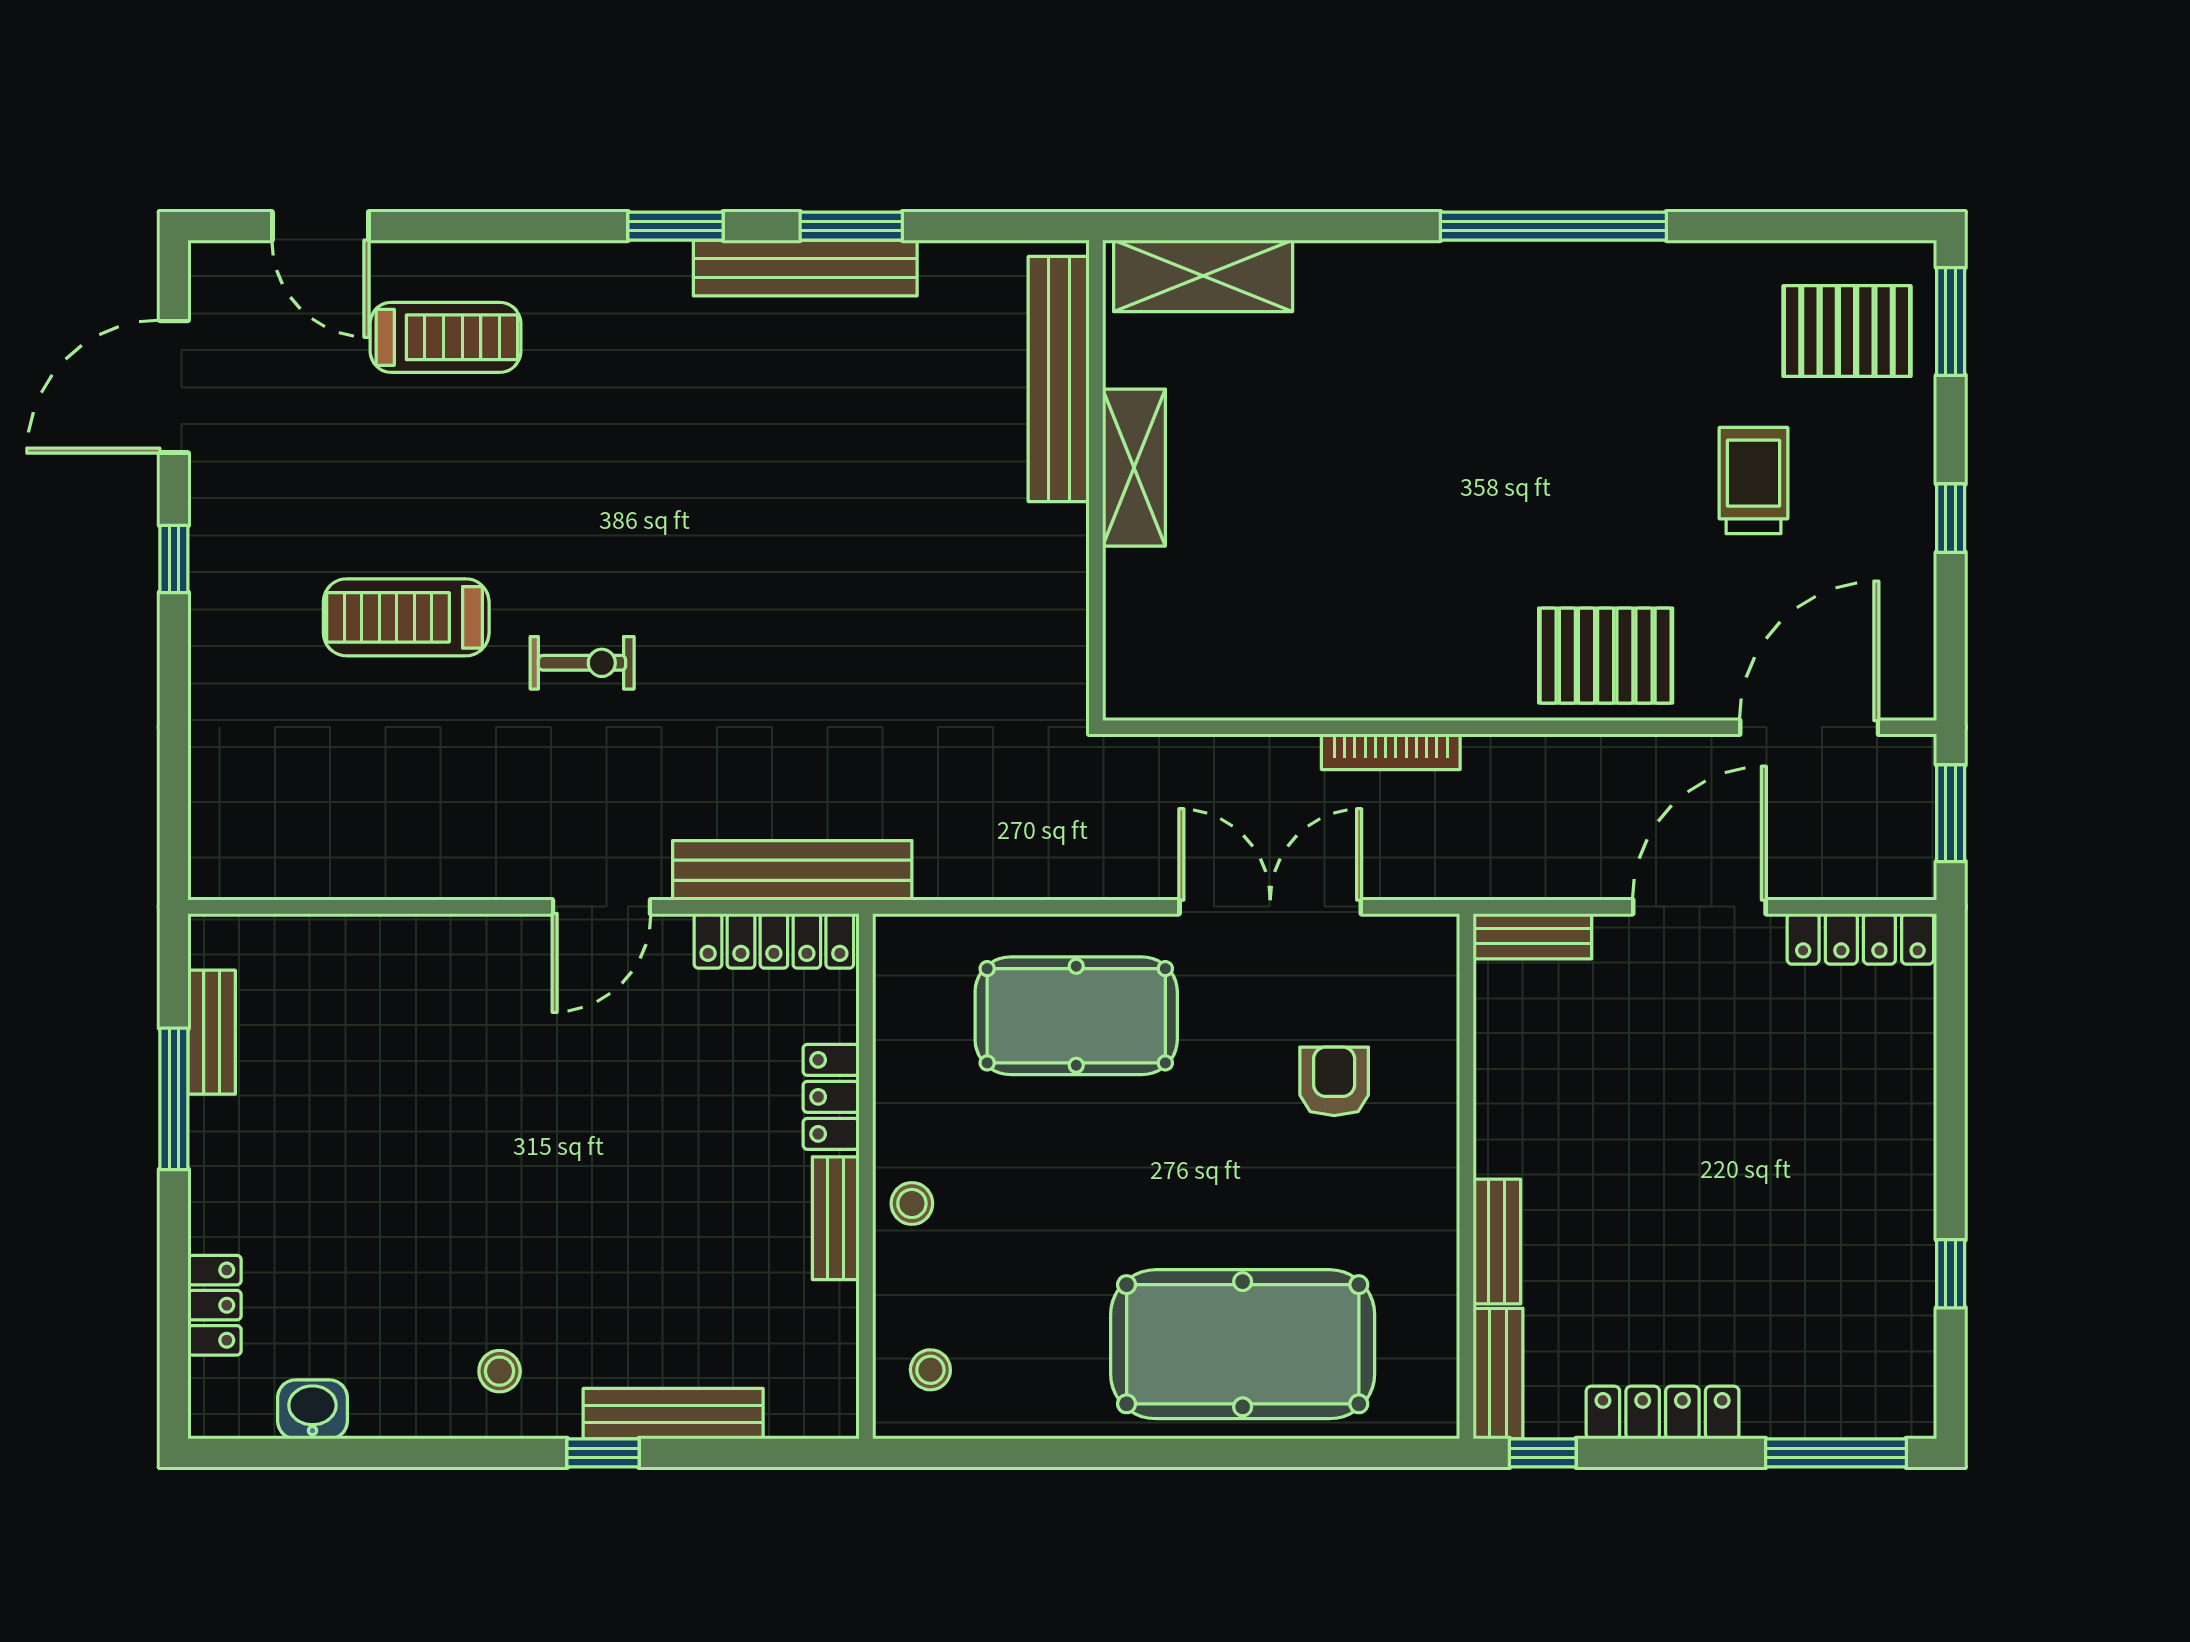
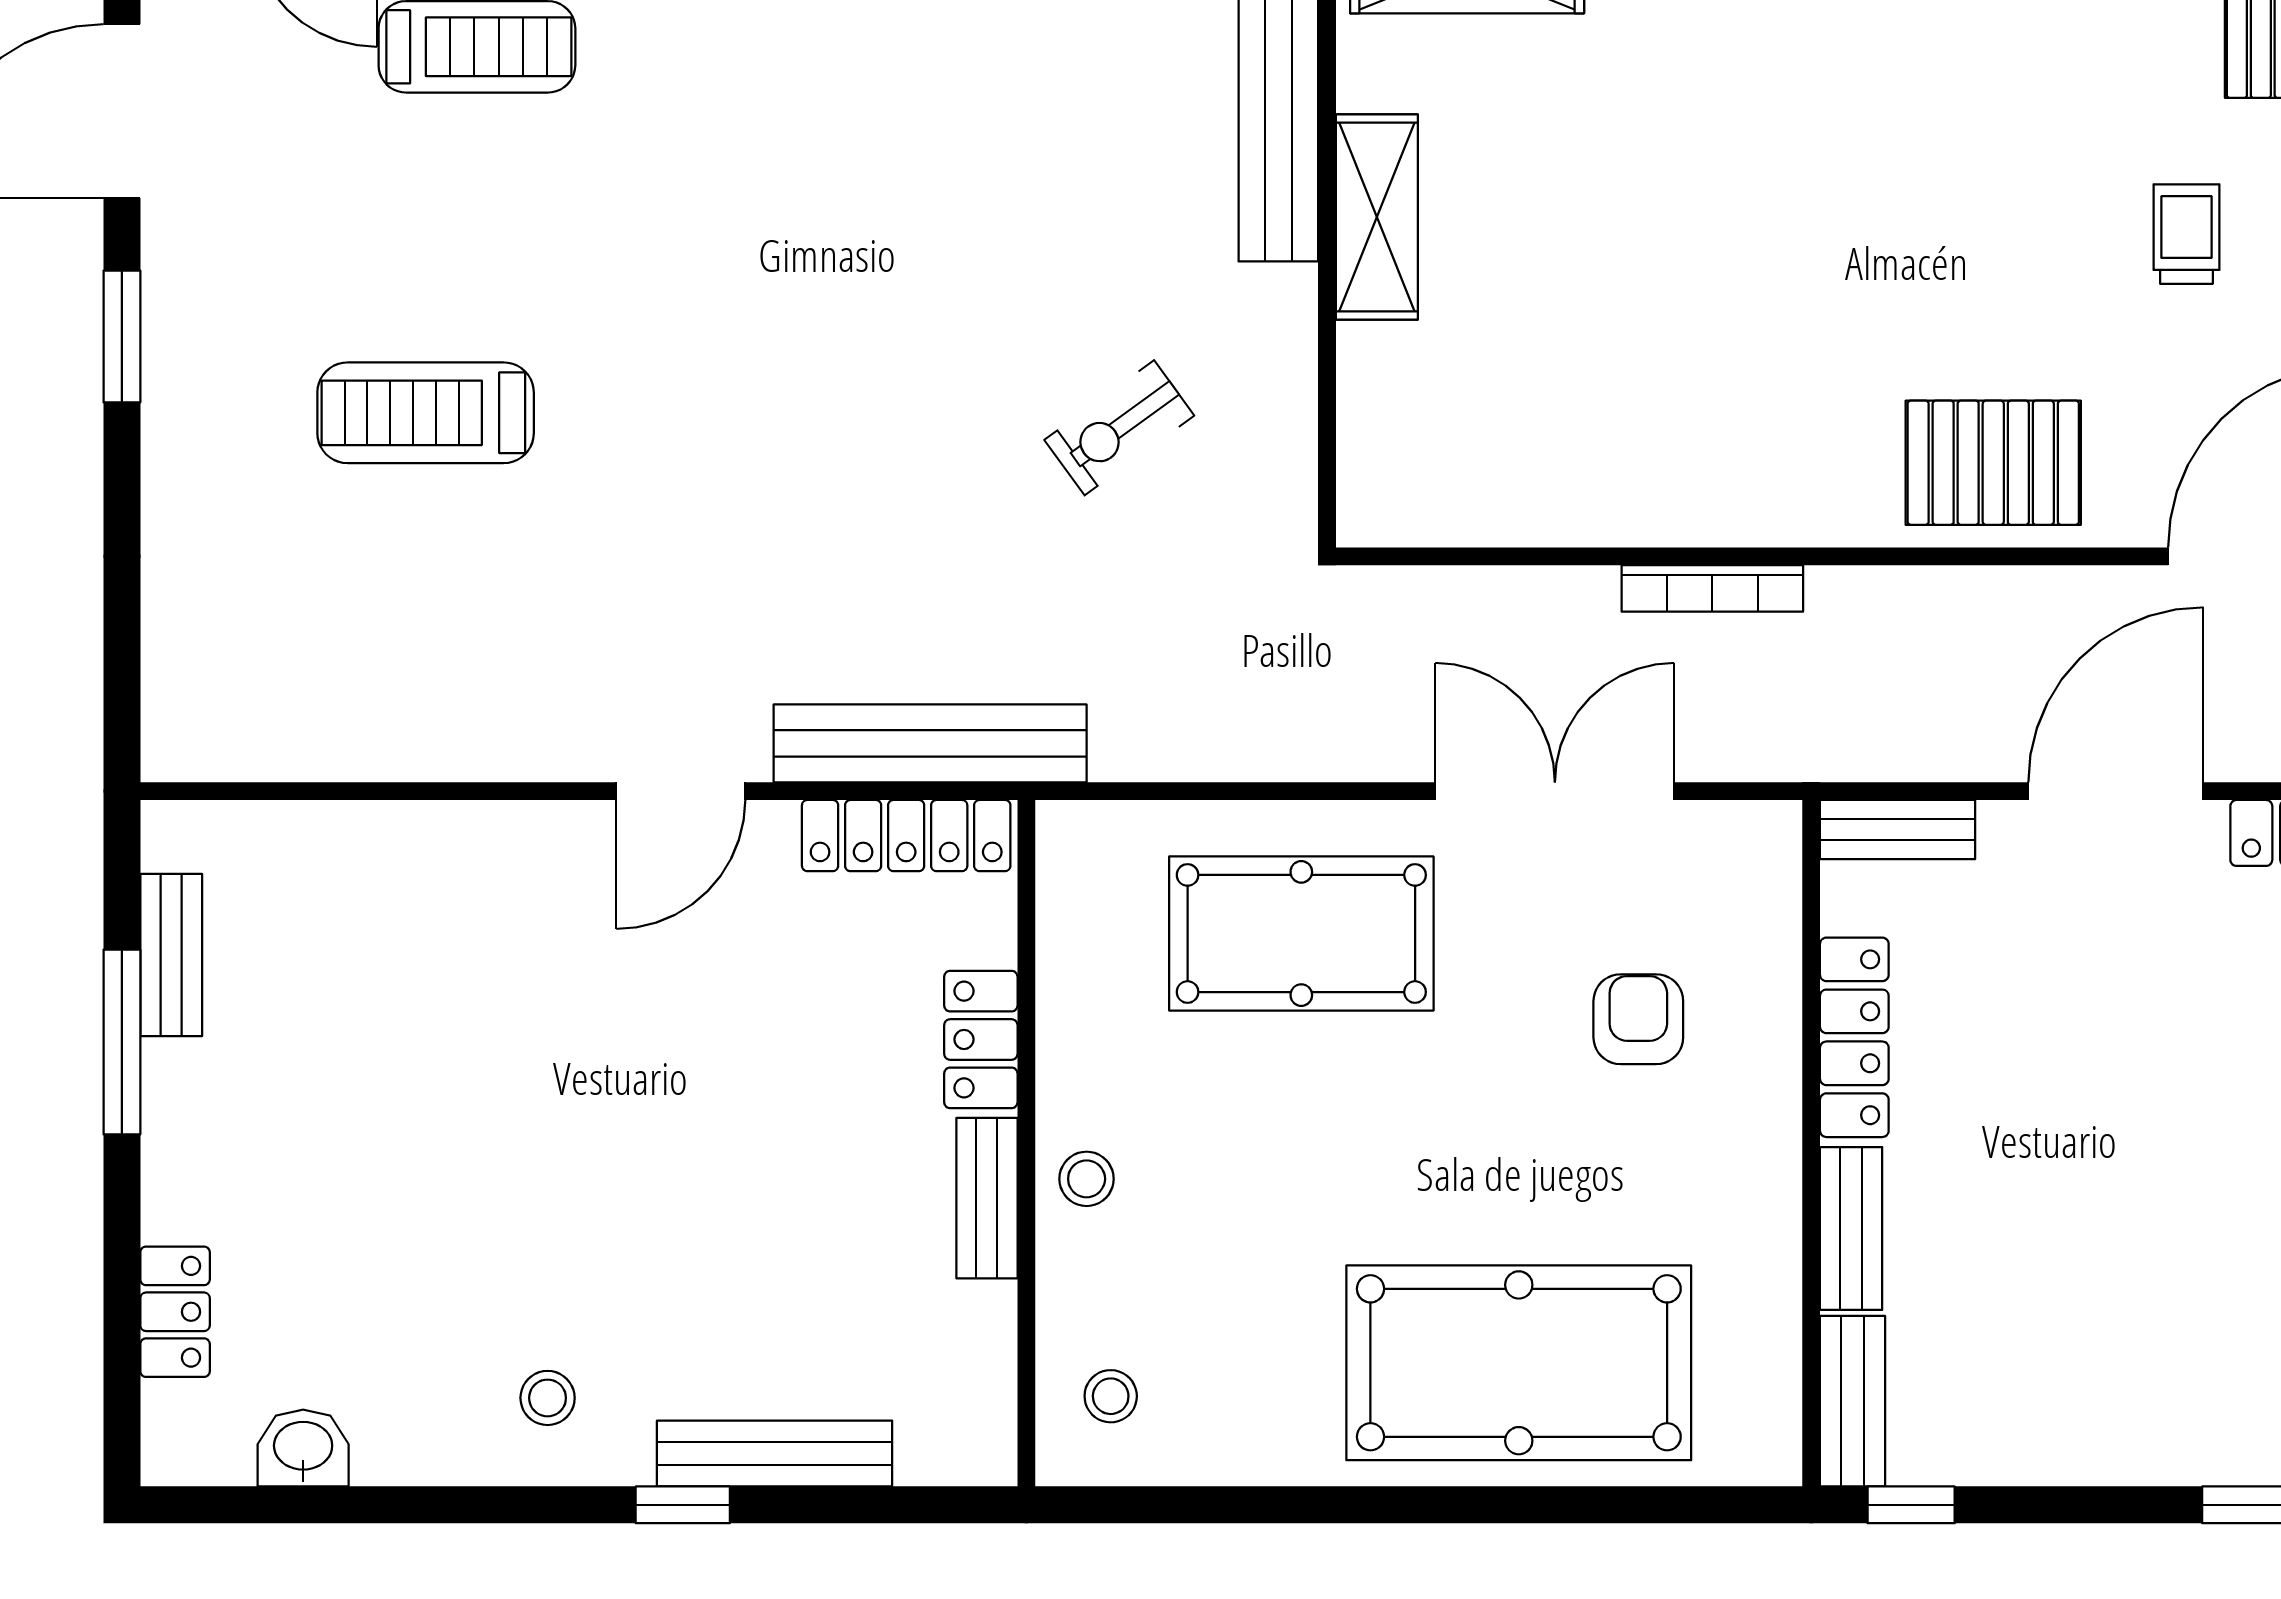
trolley: (1754, 481) -> (2186, 234), width x0.73, depth x0.72
window: (174, 559) -> (122, 336), width x1.50
exercise bike: (582, 663) -> (1119, 428), moved, turned 144
locker: (1663, 1413) -> (1854, 1037), moved, turned 90

